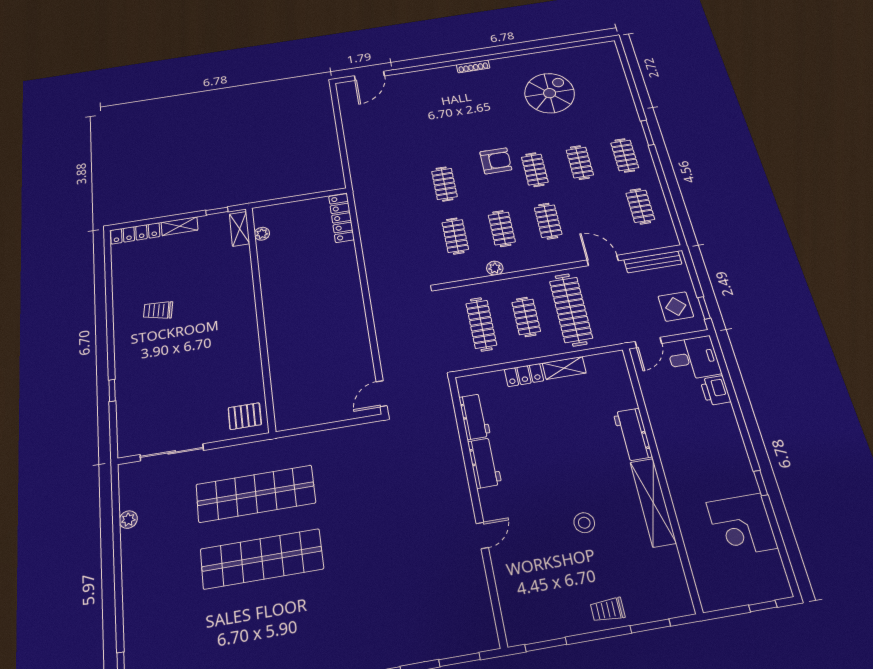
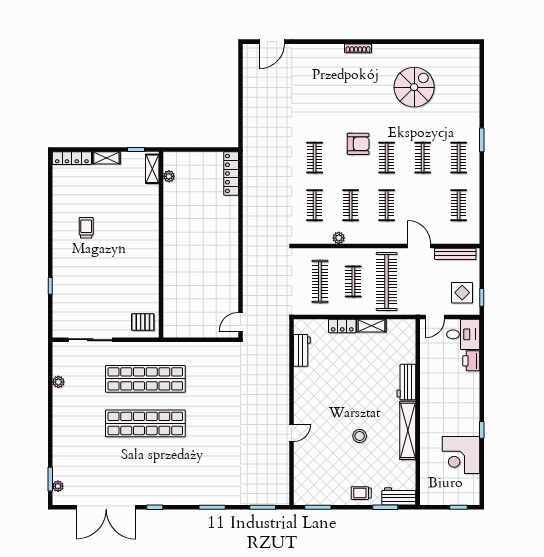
trolley: (158, 310) -> (86, 228), turned 82
workbench: (484, 463) -> (399, 496), moved, turned -90

